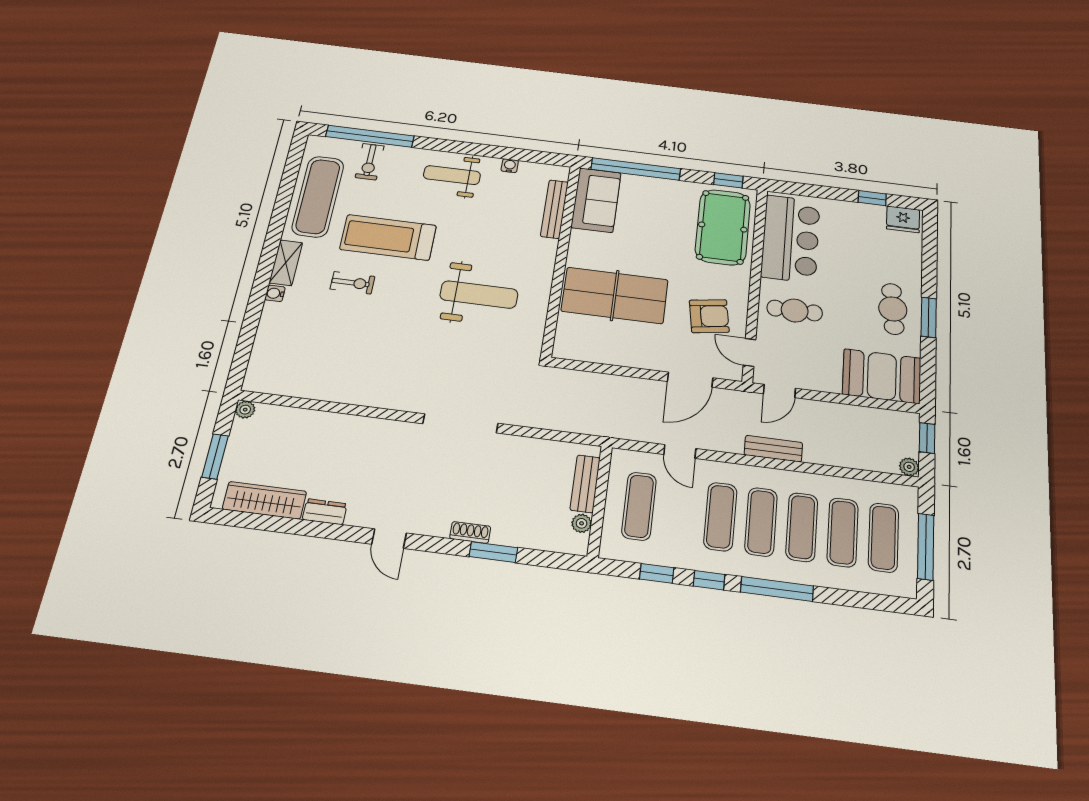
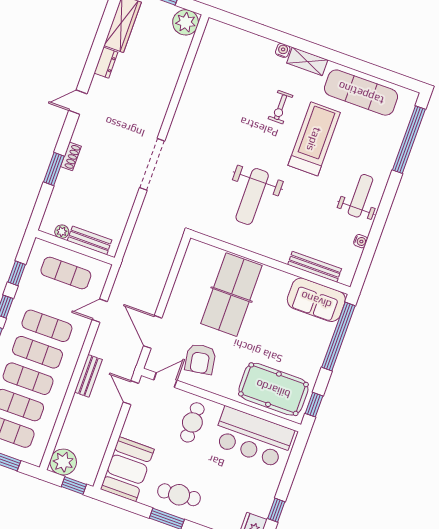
exercise bike: (370, 162) -> (385, 136), removed
plant: (245, 410) -> (186, 22), width x1.87, depth x1.87
plant: (909, 467) -> (63, 462), width x1.88, depth x1.88

